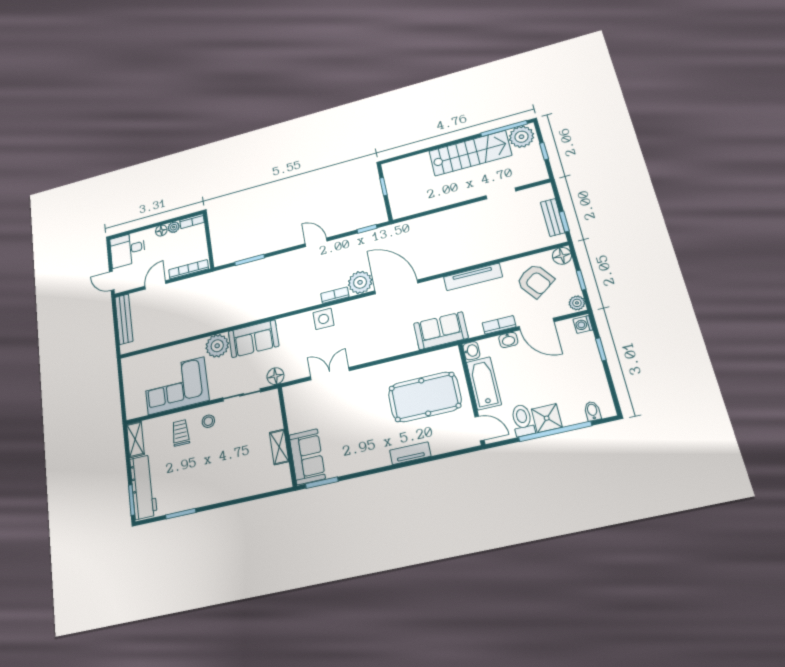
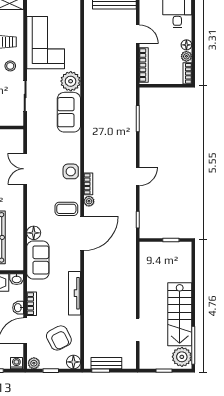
armchair: (535, 281) -> (59, 338), turned -81
plant: (360, 282) -> (89, 201), width x0.53, depth x0.53
coffee table: (370, 313) -> (66, 209), added
double door: (330, 374) -> (25, 169), swing flipped
floor lamp: (275, 376) -> (34, 233), moved

